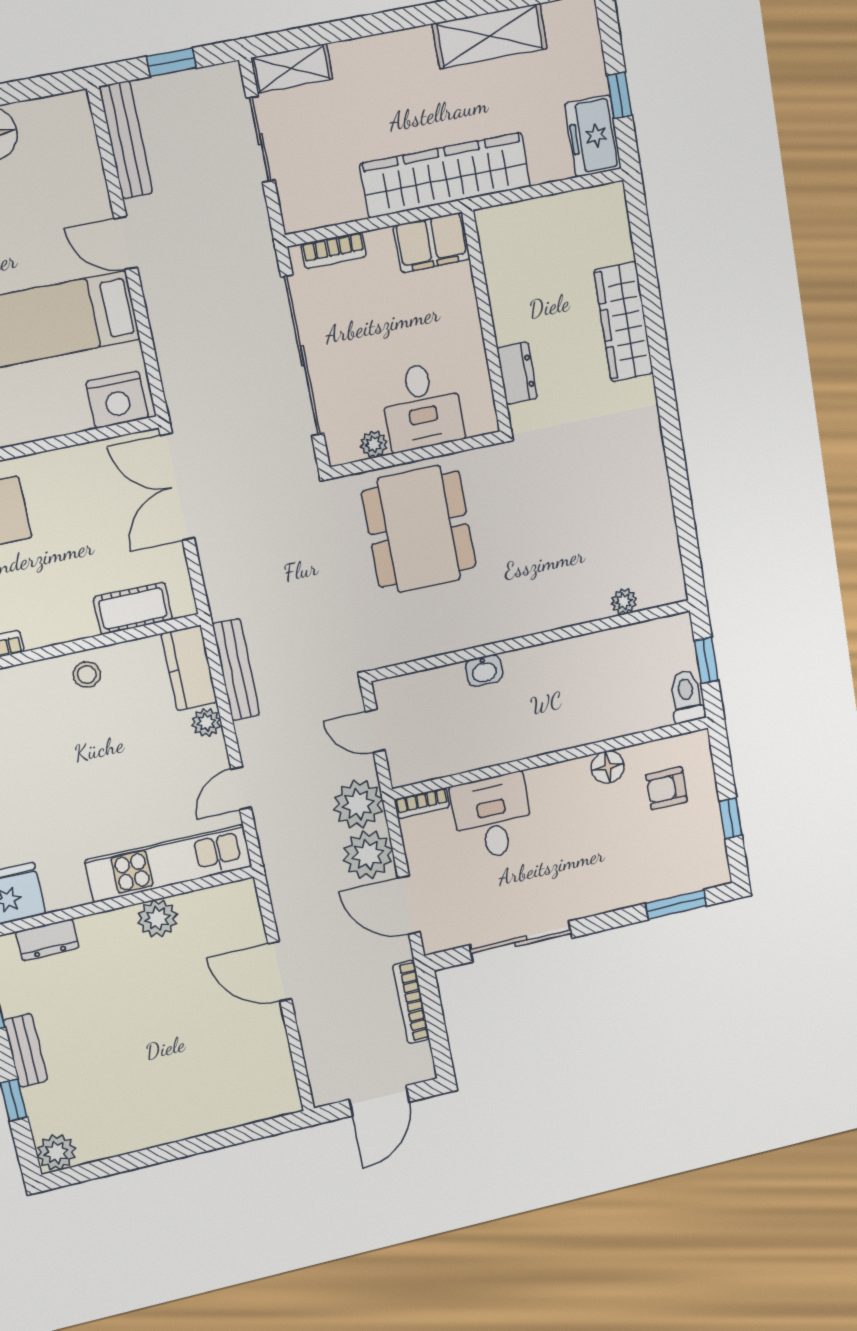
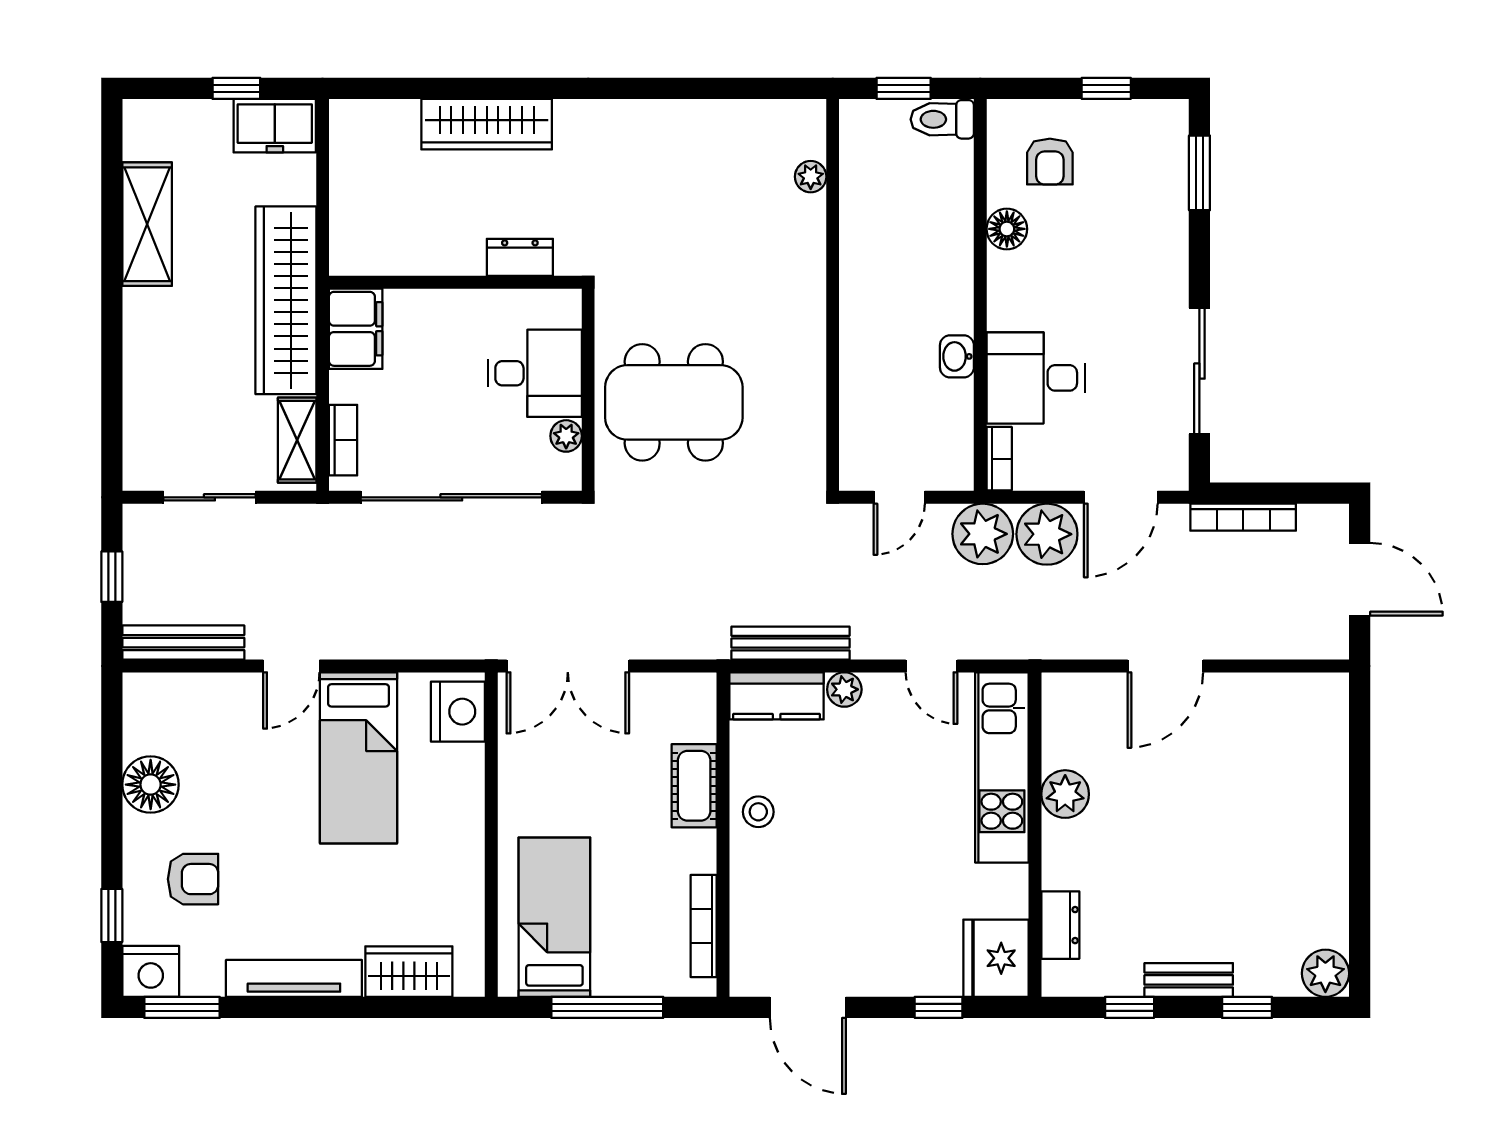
shelving: (292, 68) -> (297, 440), moved
cot: (133, 608) -> (694, 786), moved
washbasin: (484, 670) -> (957, 356), moved, turned 180

